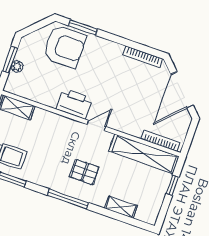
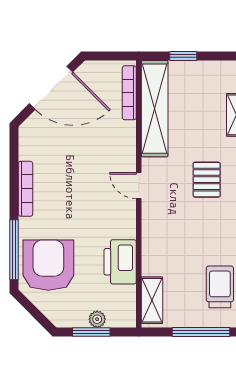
window: (83, 27) -> (14, 250), width x1.44
bookcase: (143, 57) -> (25, 189), moved
printer: (74, 104) -> (120, 262), moved

